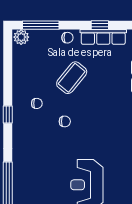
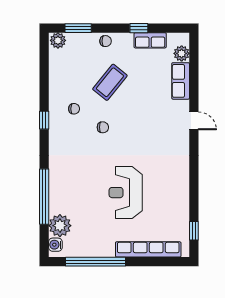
window: (41, 25) -> (78, 28), width x0.69
row of seats: (103, 37) -> (150, 40), width x0.68

